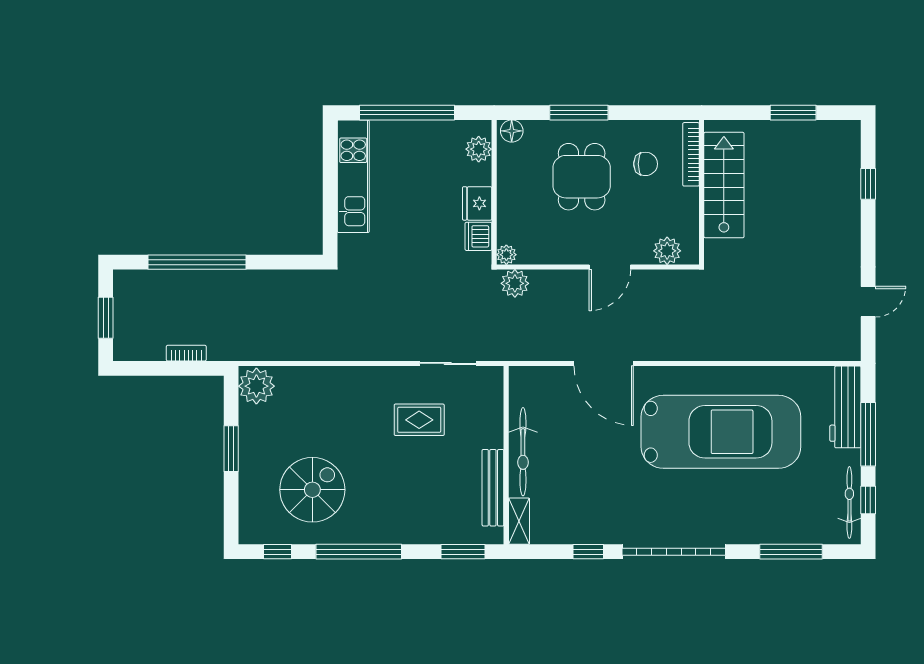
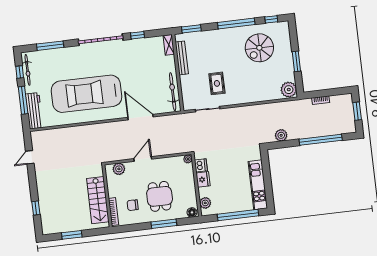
plant: (515, 283) -> (281, 135), moved
rug: (419, 420) -> (217, 83), turned 90
bicycle: (523, 452) -> (173, 92), moved

